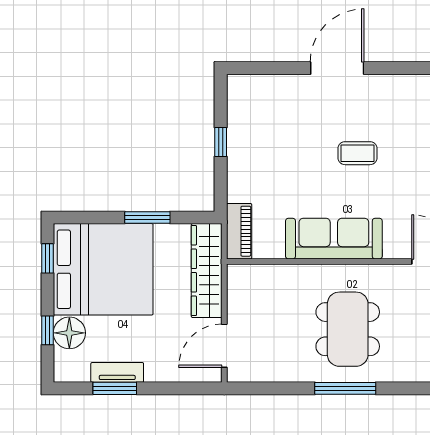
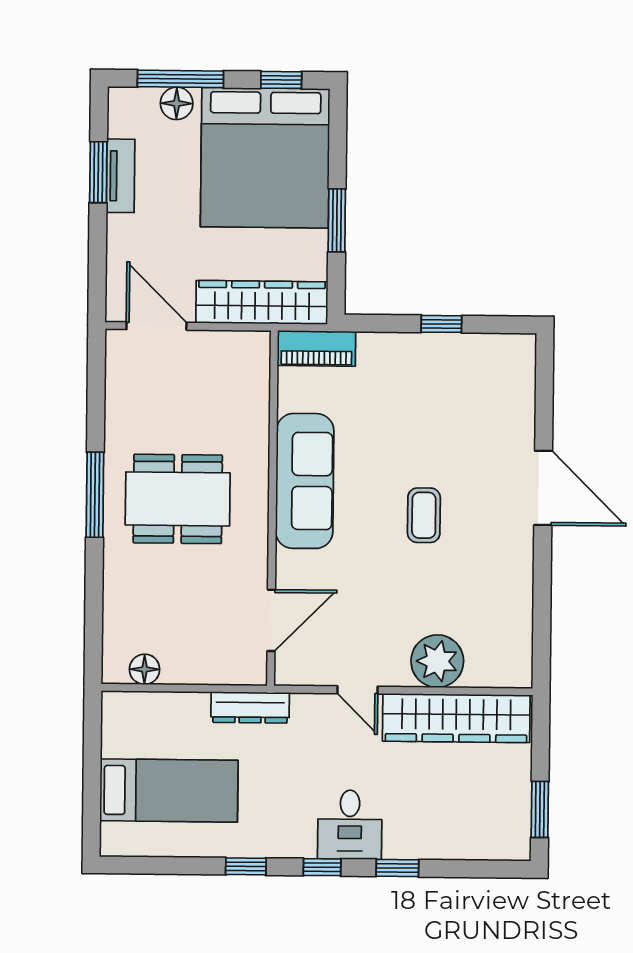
window: (47, 330) -> (180, 79), width x2.17
floor lamp: (69, 333) -> (177, 103), width x0.73, depth x0.73

